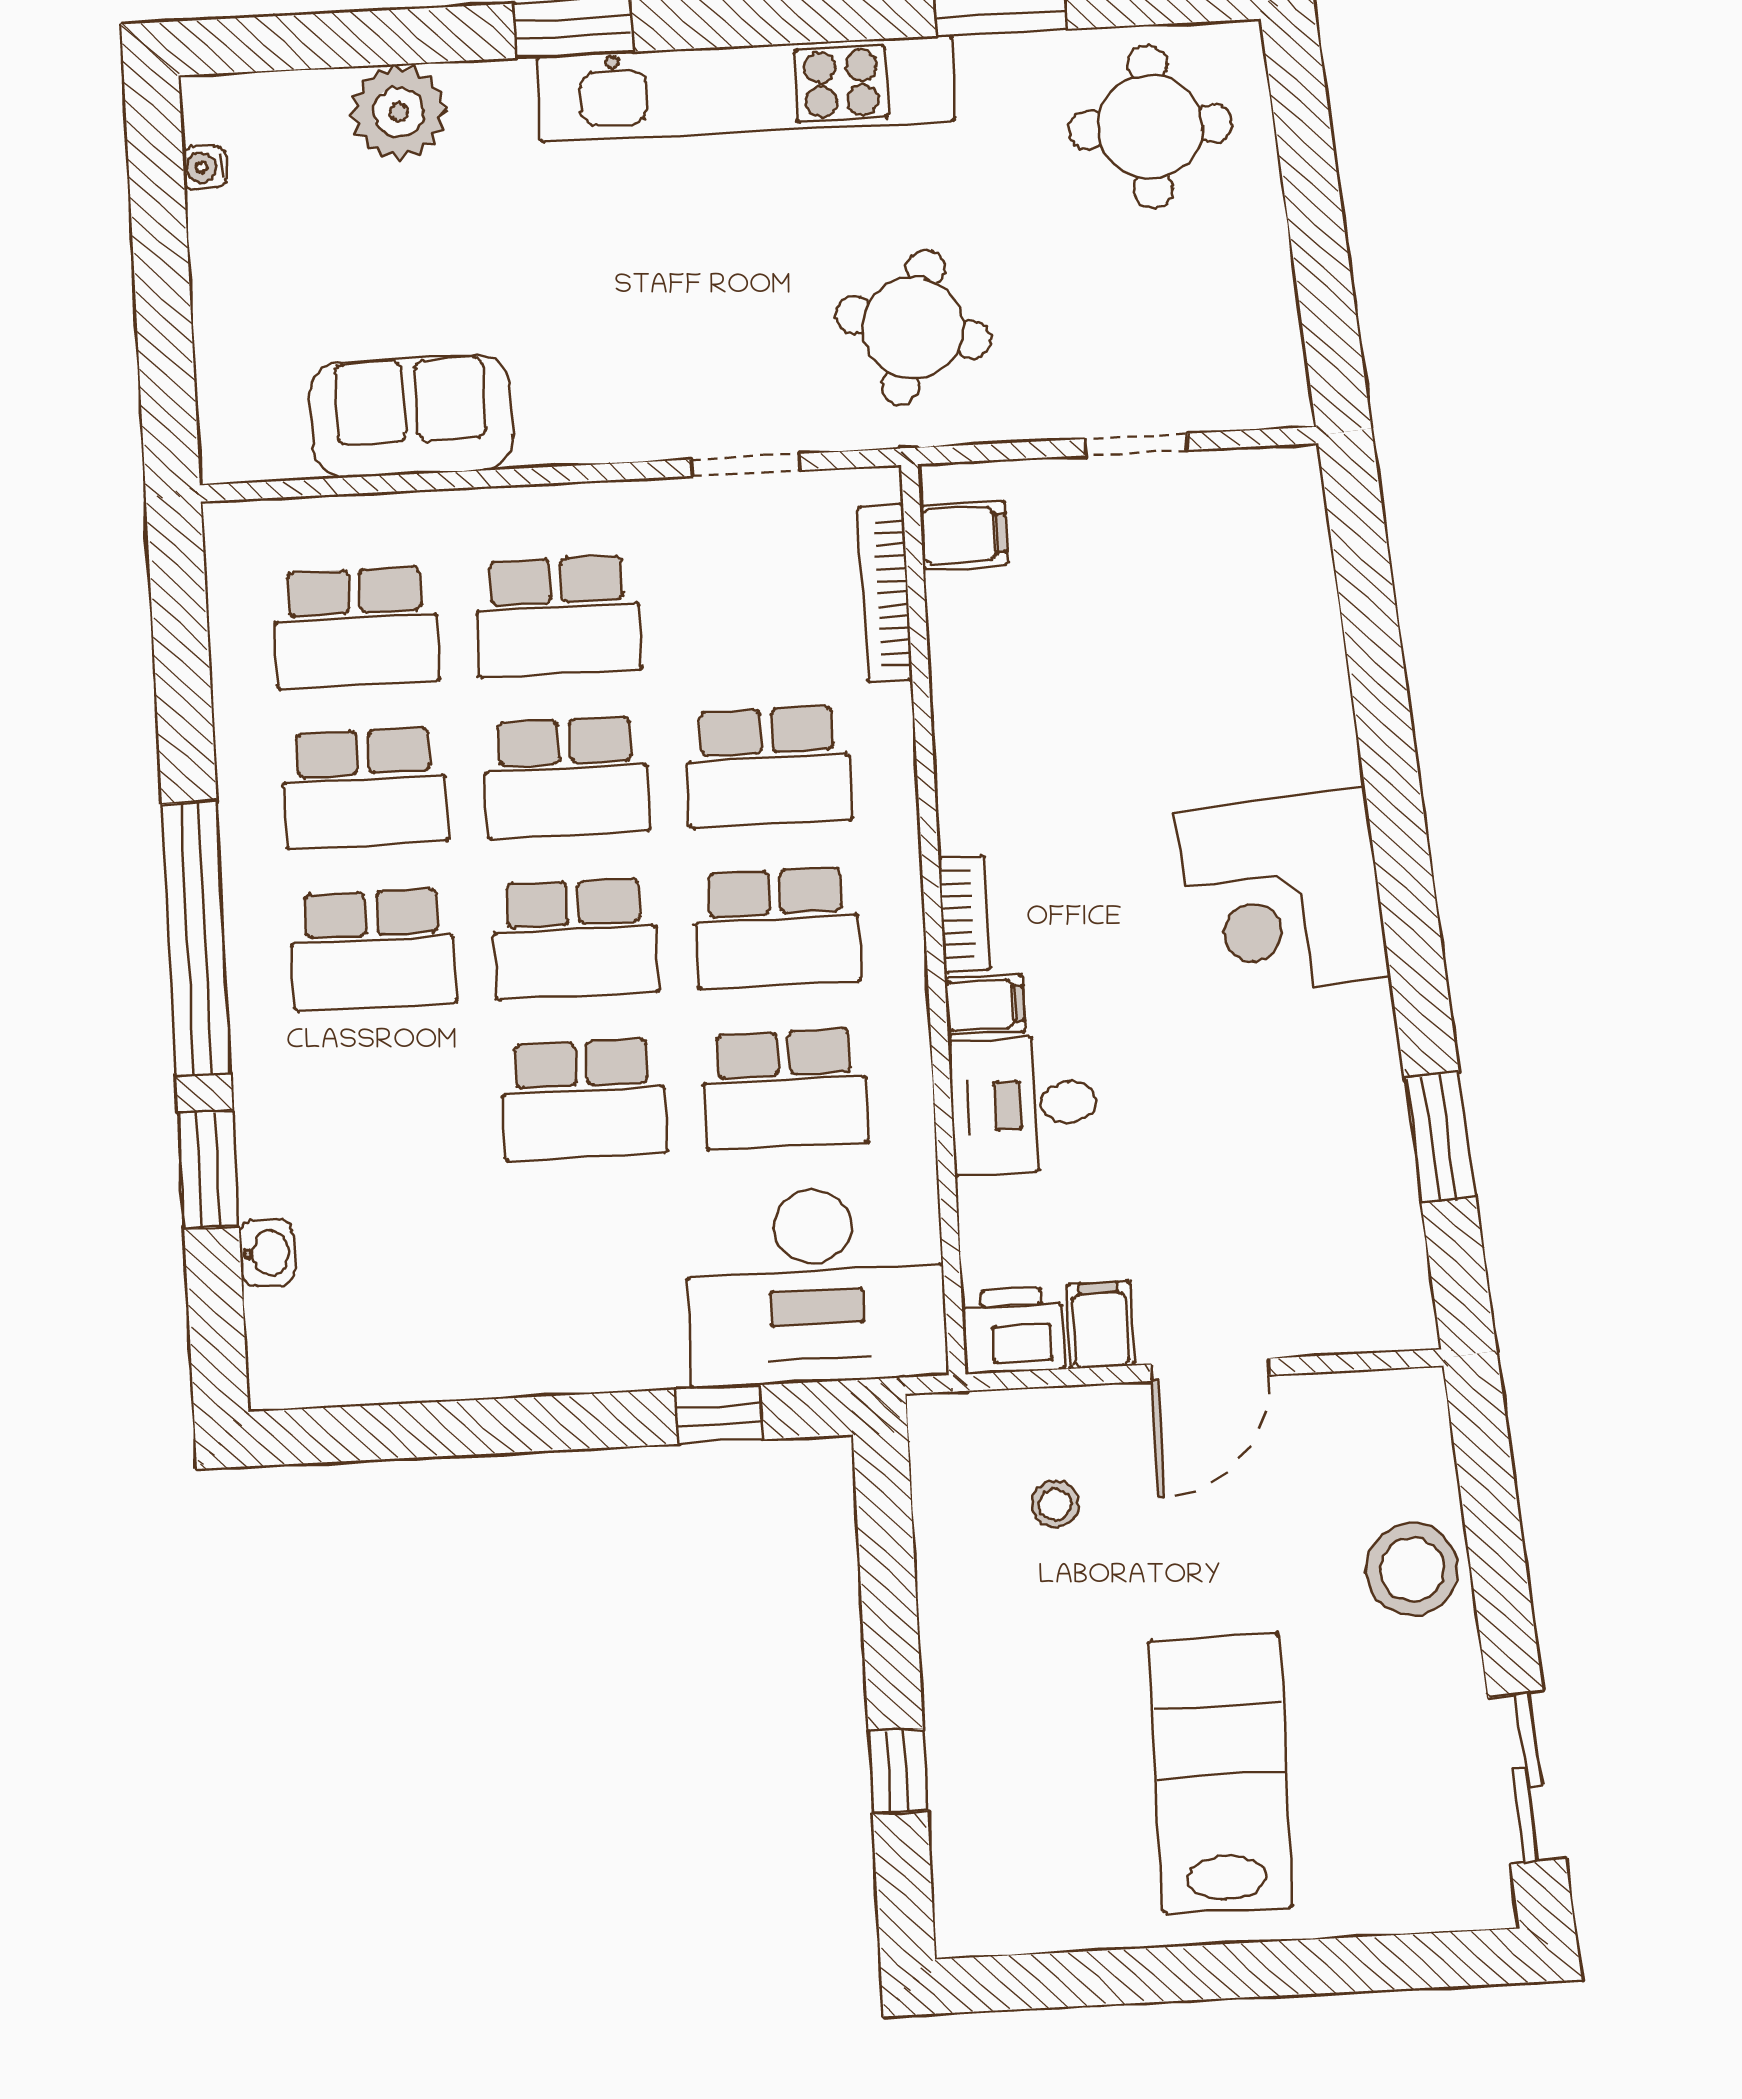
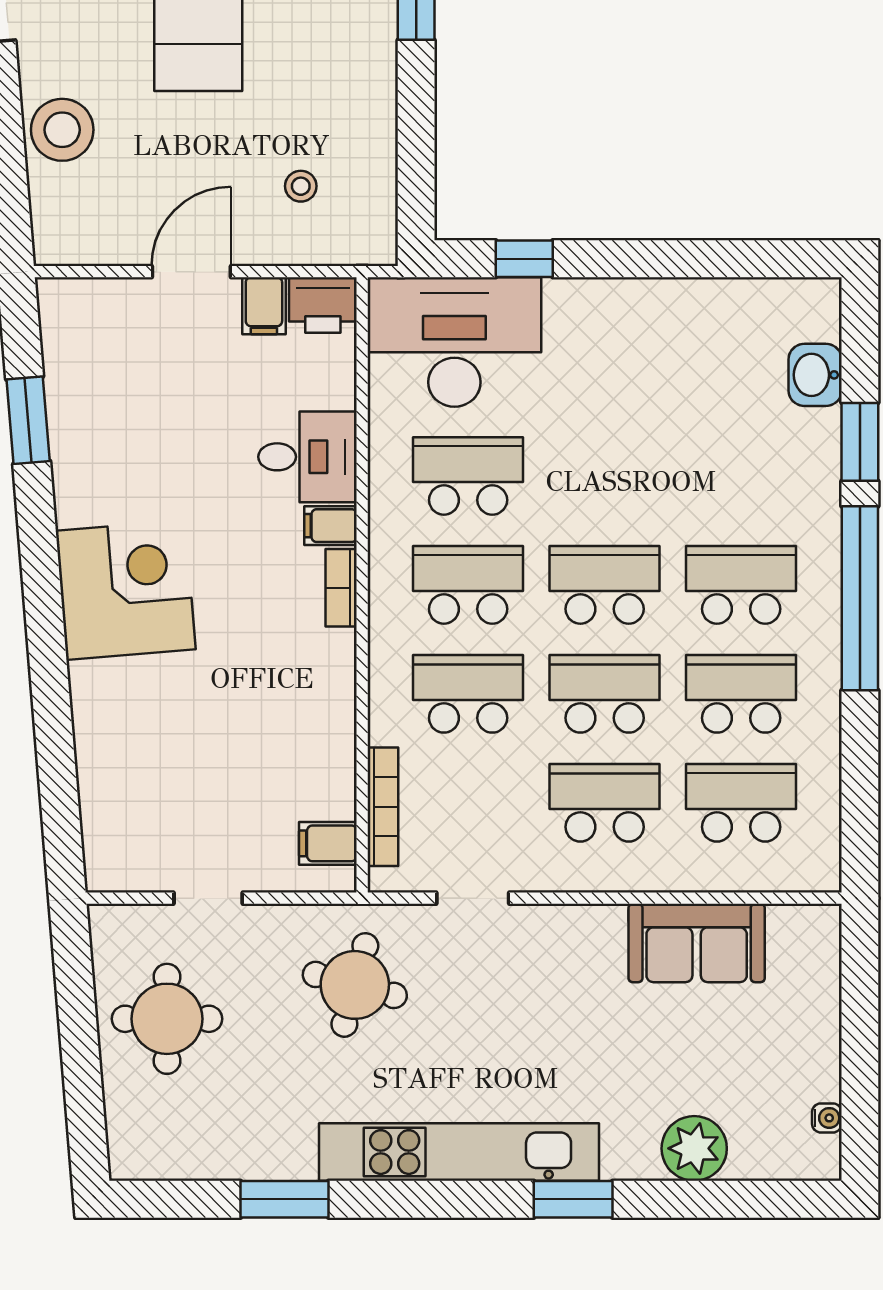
round table: (1150, 127) -> (167, 1019), moved
school desk: (583, 1100) -> (605, 476), removed
washbasin: (267, 1253) -> (815, 375), width x1.38, depth x1.45

